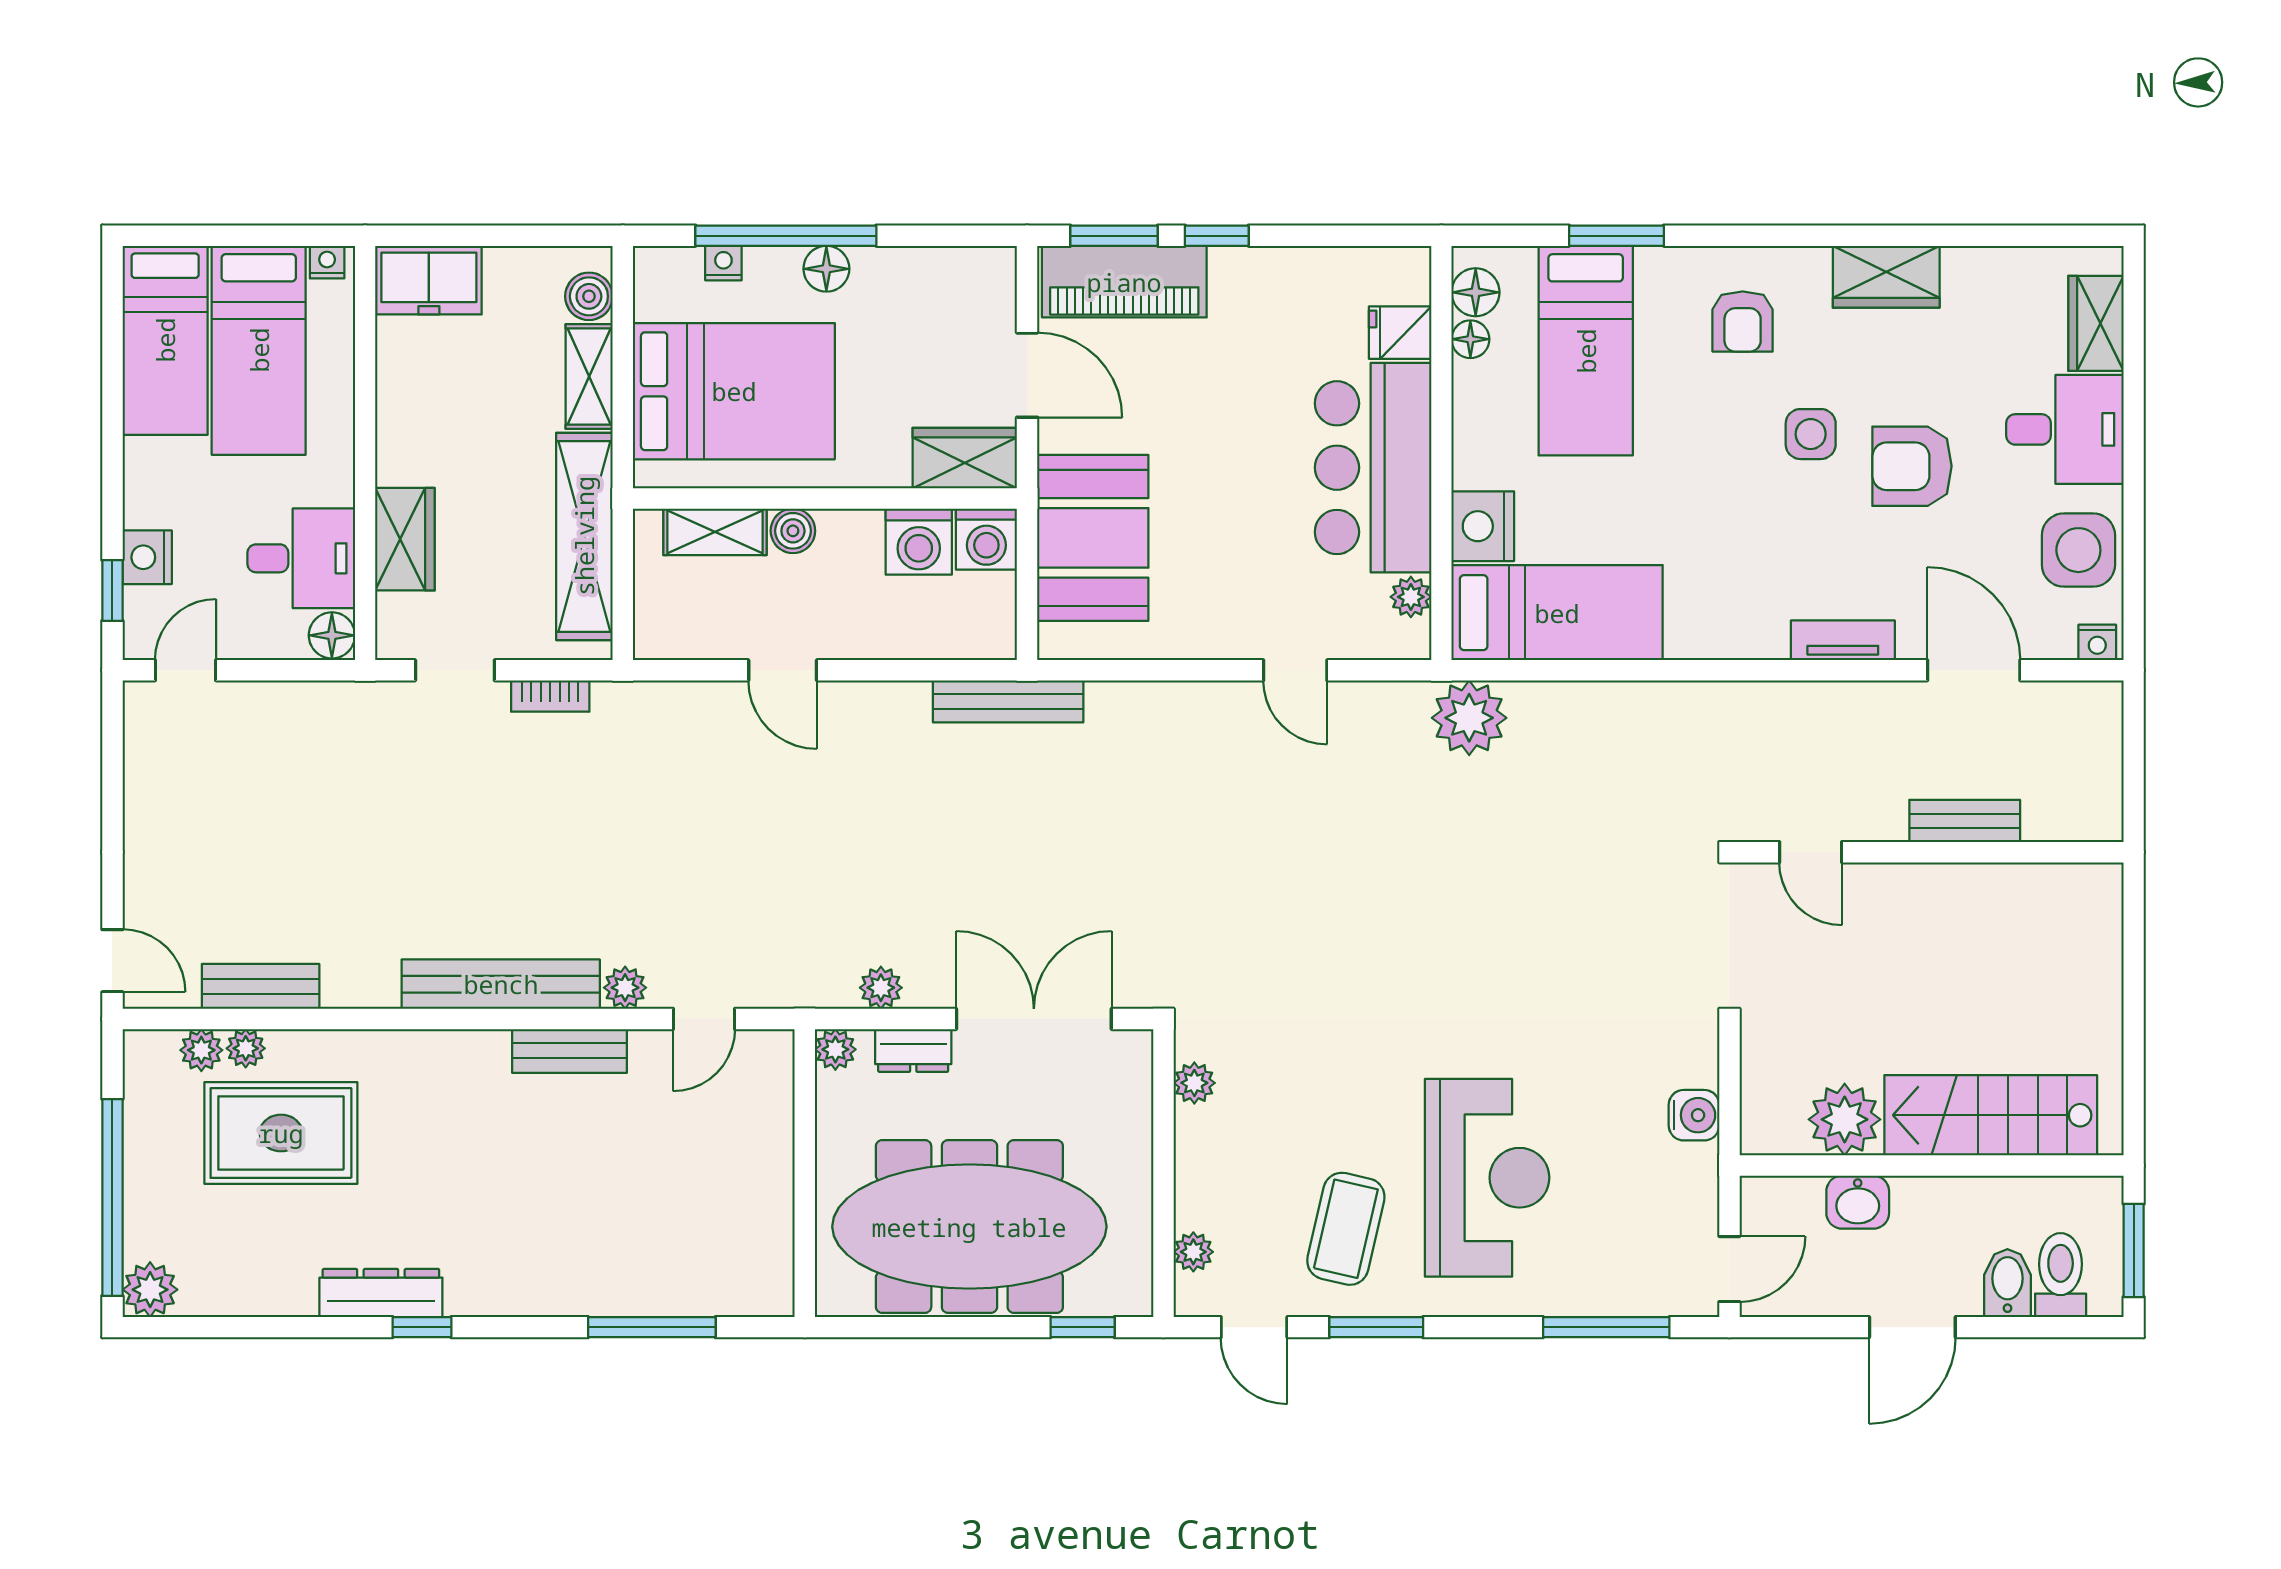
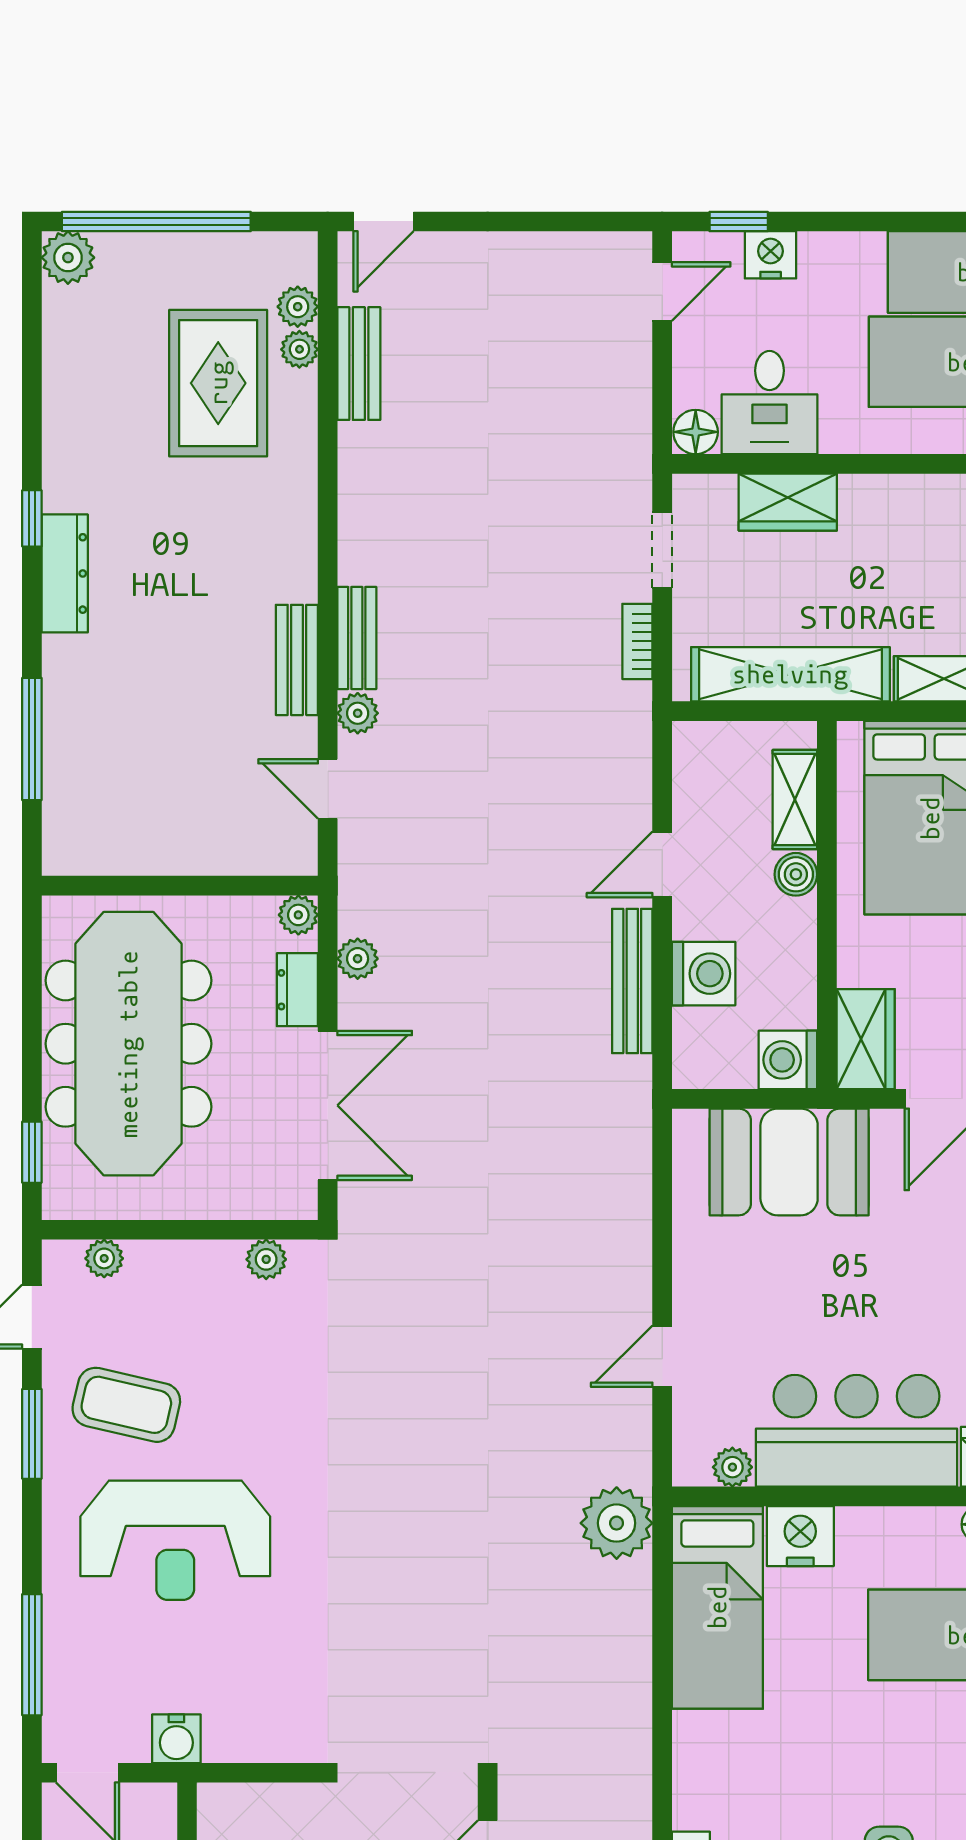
washing machine: (919, 542) -> (704, 974), moved, turned 180
door: (185, 670) -> (662, 291), hinge flipped
bench: (1008, 701) -> (632, 981), moved
bench: (501, 984) -> (357, 638), width x0.54, depth x0.82
water cooler: (1694, 1115) -> (176, 1739), moved
dresser: (381, 1293) -> (65, 573), moved

